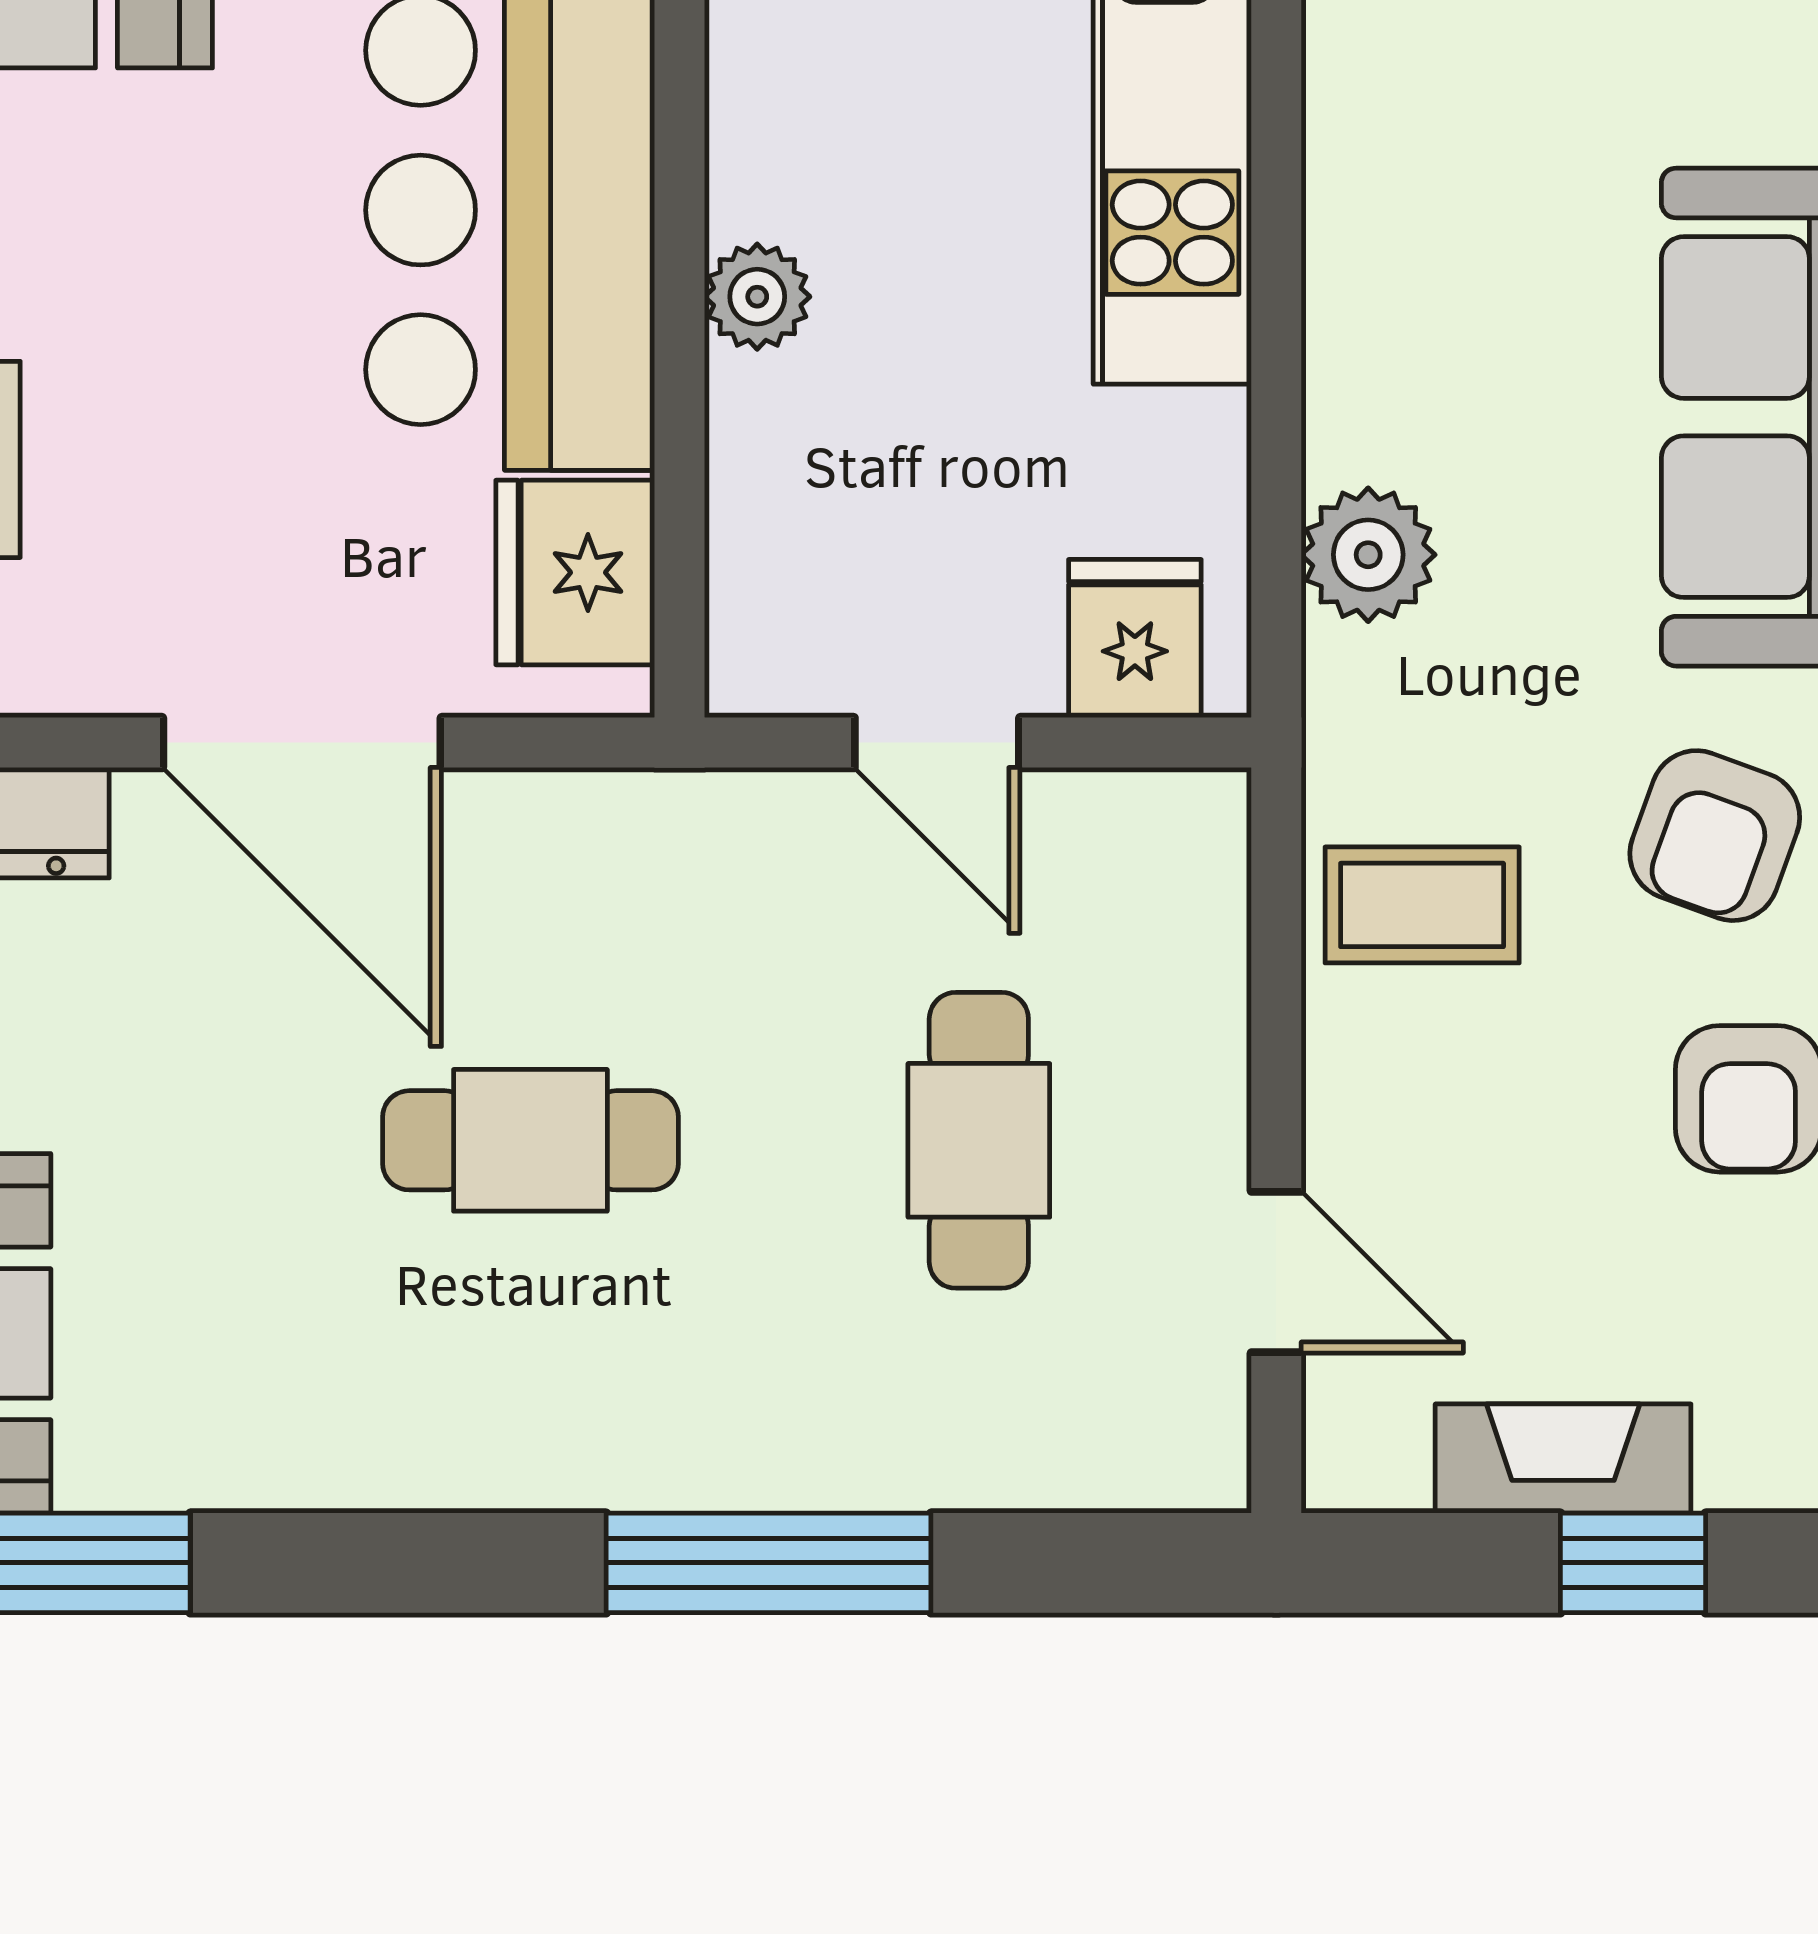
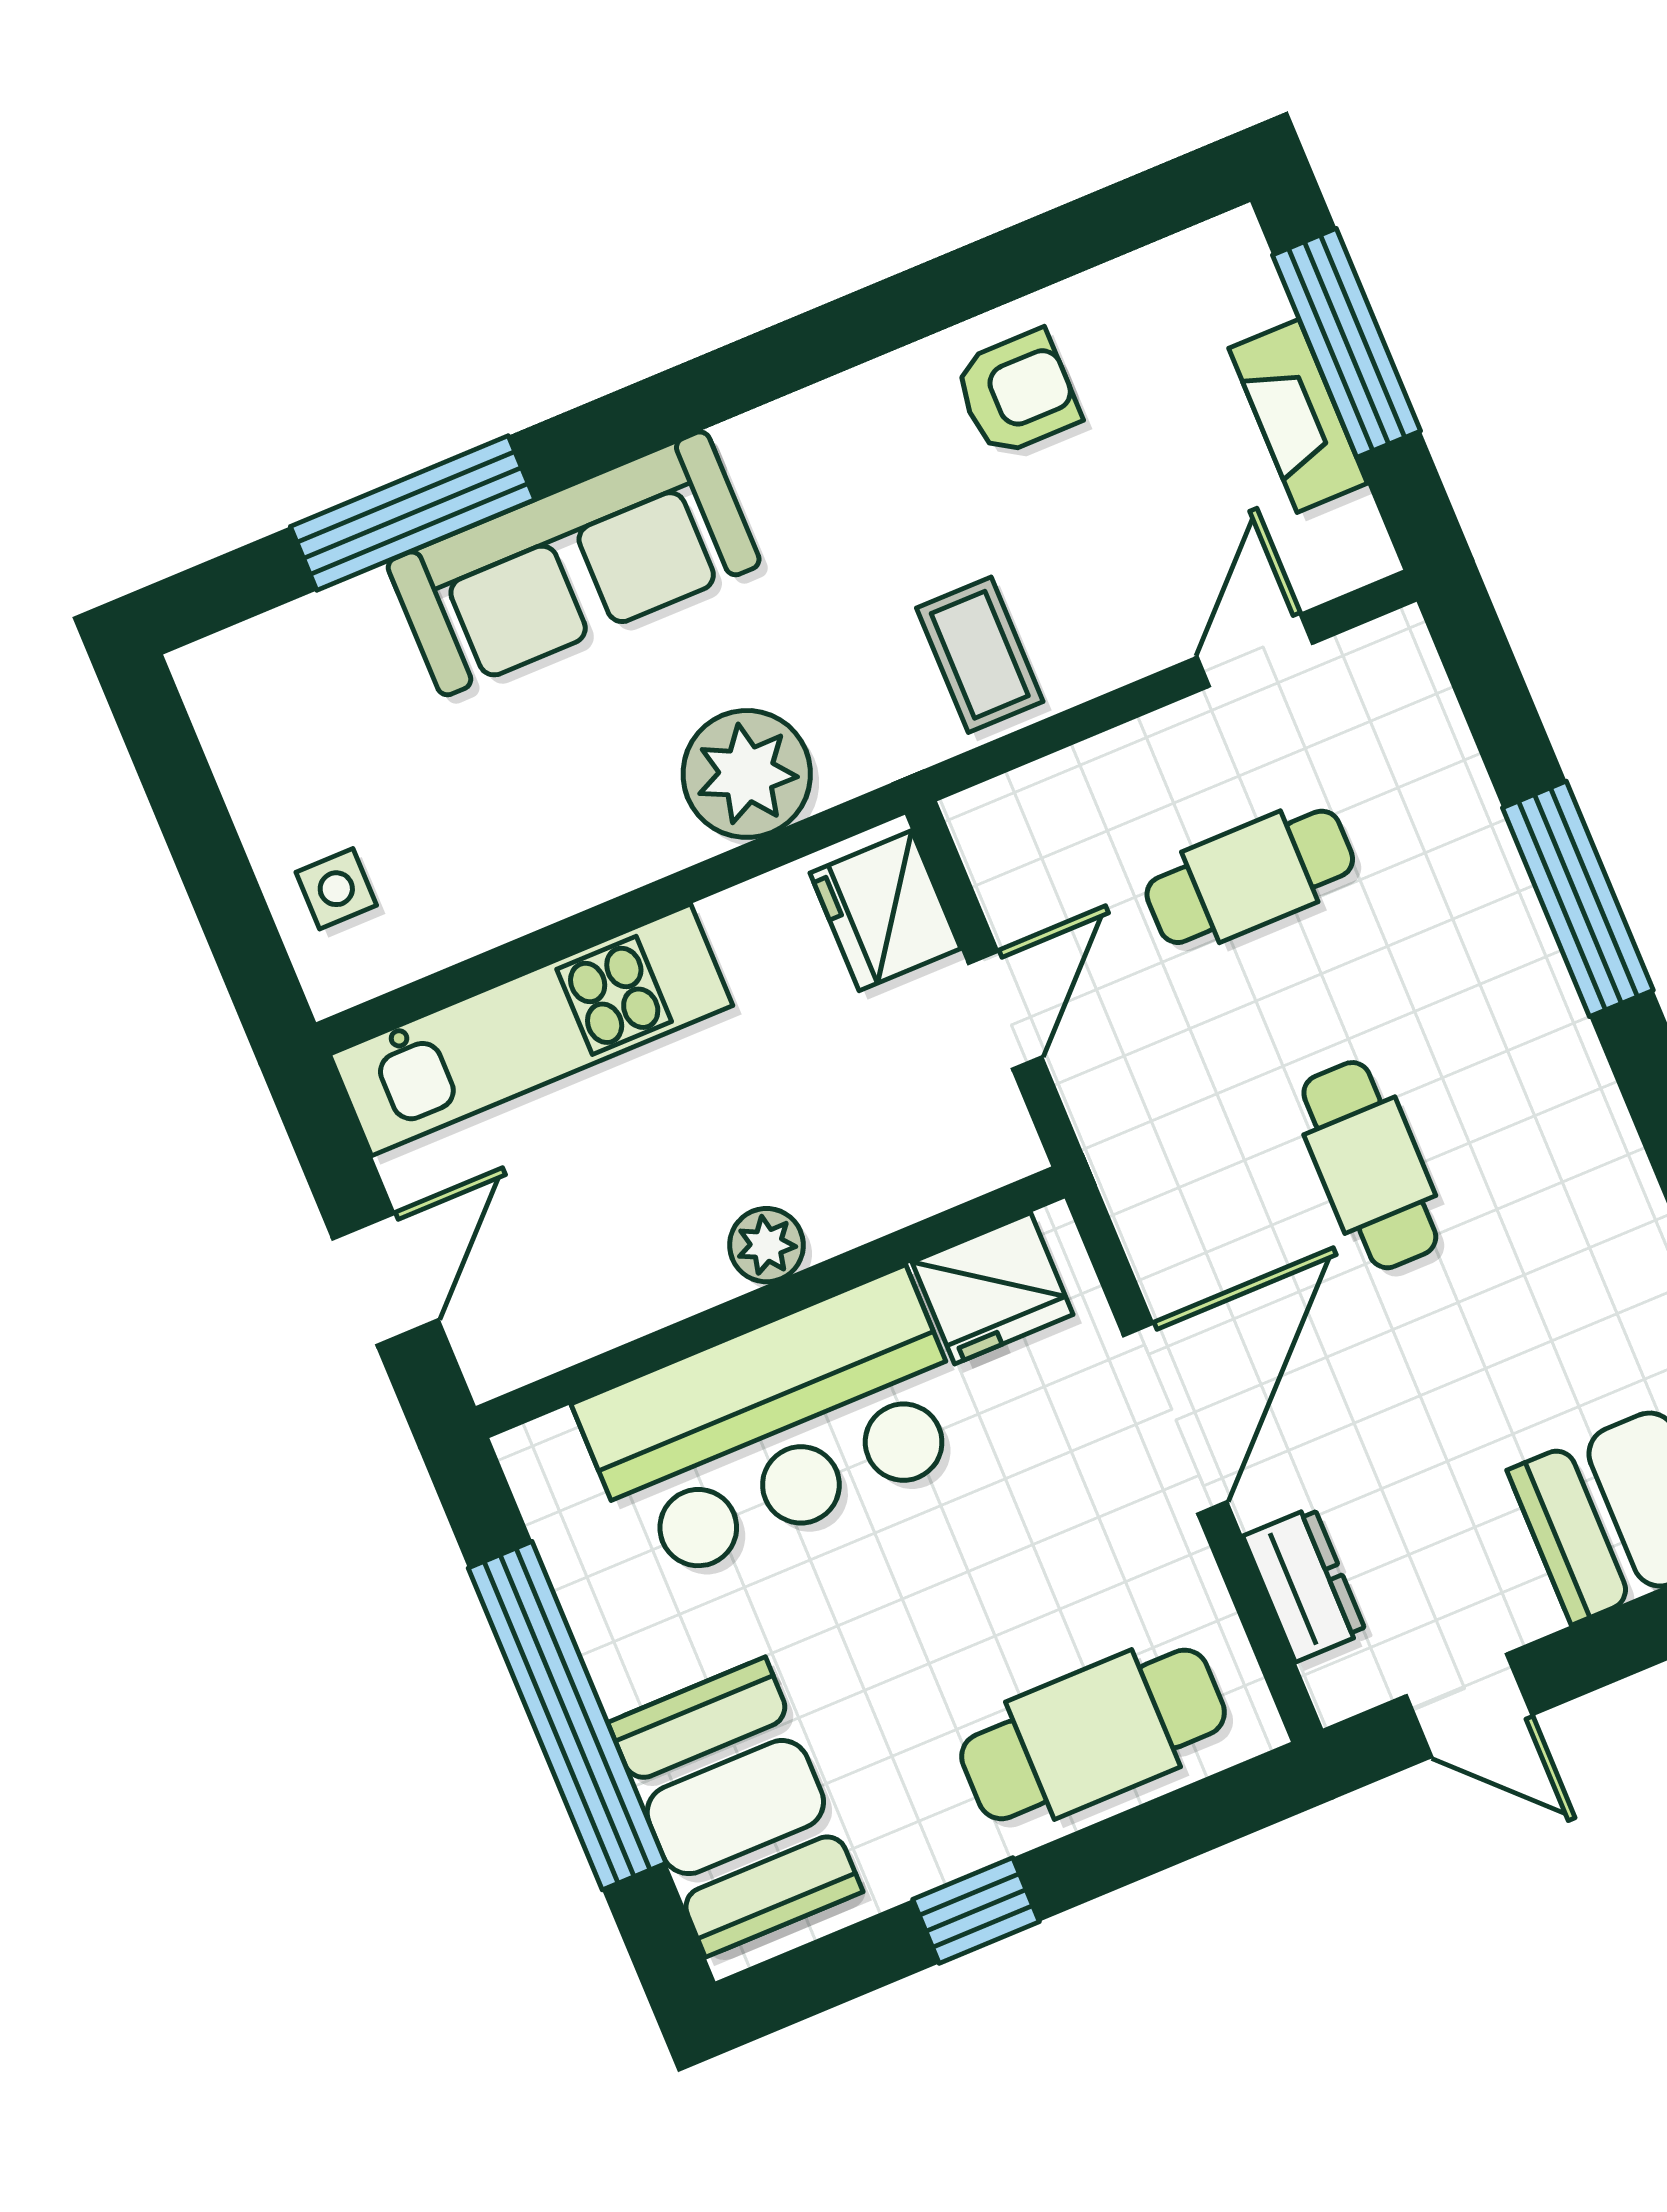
plant: (1368, 555) -> (747, 774), width x1.36, depth x1.36
fridge: (1135, 639) -> (885, 911), width x1.38
armchair: (1715, 836) -> (857, 485), removed
window: (1633, 1563) -> (1346, 343), width x2.17

